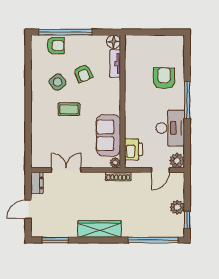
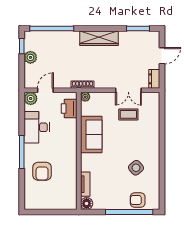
armchair: (83, 73) -> (113, 175), removed
coffee table: (69, 109) -> (128, 114), moved
sofa: (108, 135) -> (91, 135), moved

